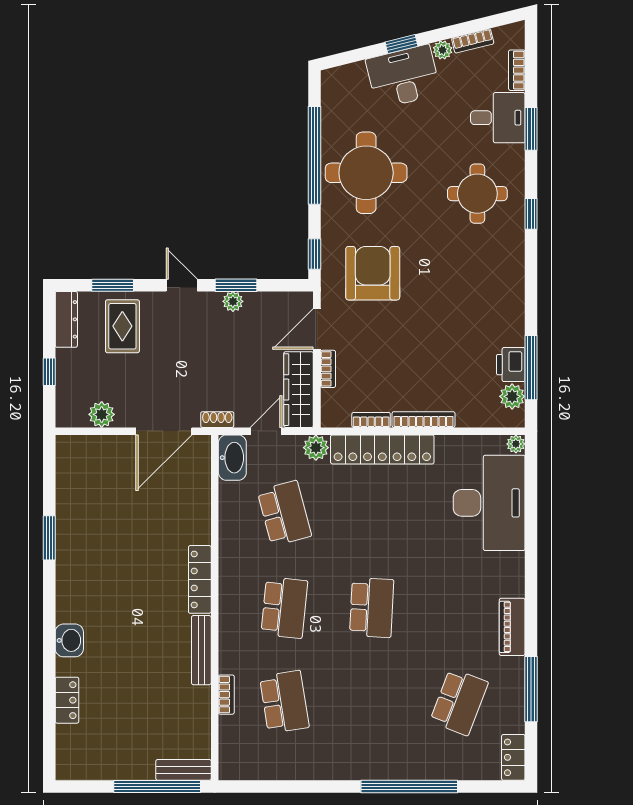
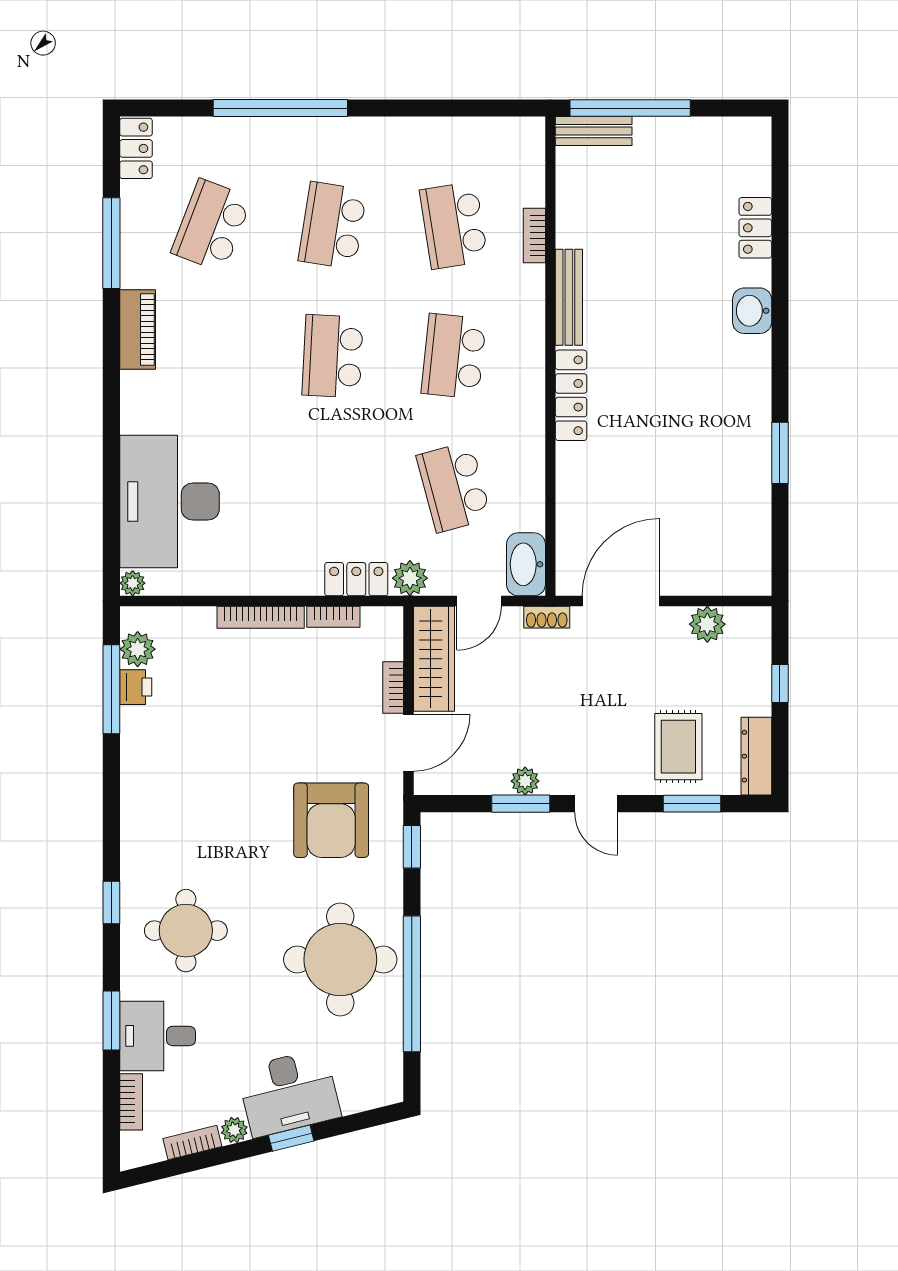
printer: (511, 365) -> (136, 687), width x0.73, depth x0.81
locker: (382, 449) -> (356, 579), width x0.46, depth x0.83
school desk: (372, 702) -> (333, 225), added

